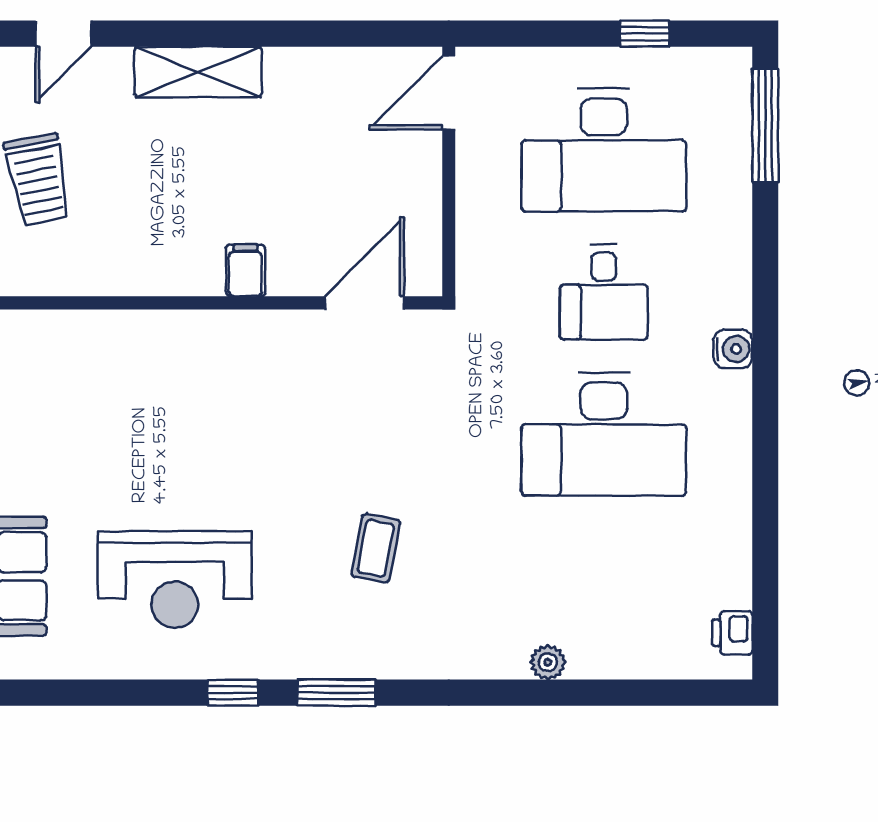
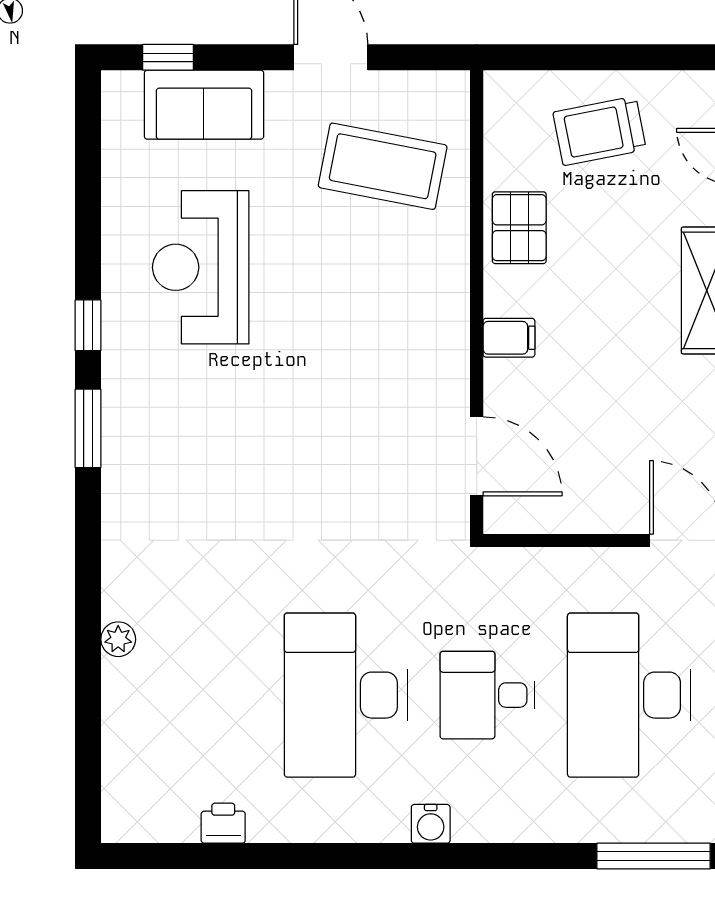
pallet: (135, 260) -> (519, 228), added
coffee table: (376, 548) -> (383, 166), moved, width x1.86, depth x1.72
printer: (732, 633) -> (223, 823), moved

